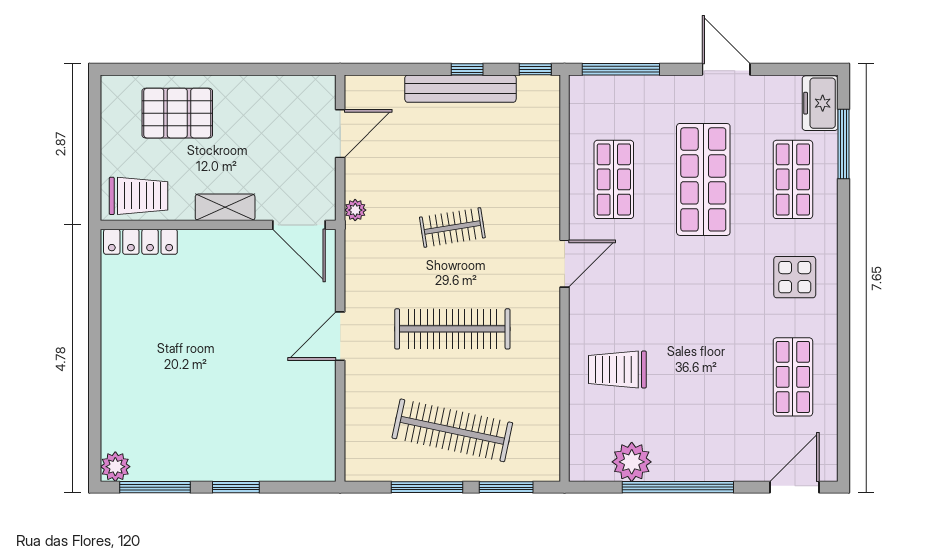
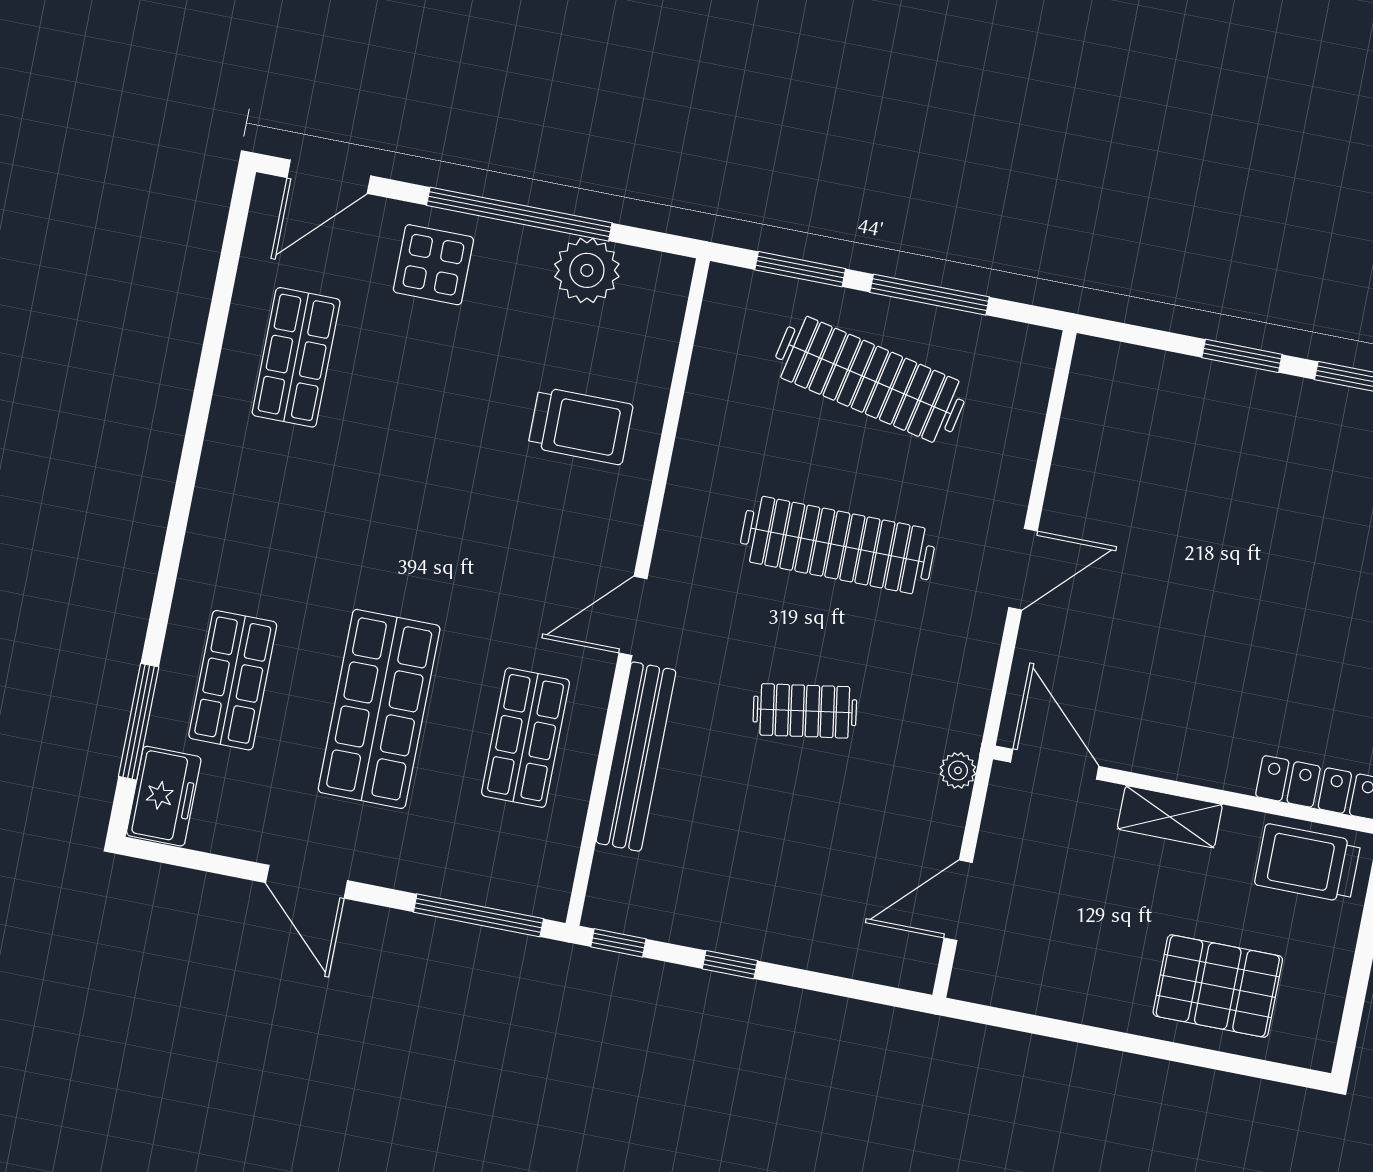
bench: (460, 89) -> (636, 757), moved, turned 90
display table: (795, 277) -> (433, 265), moved

